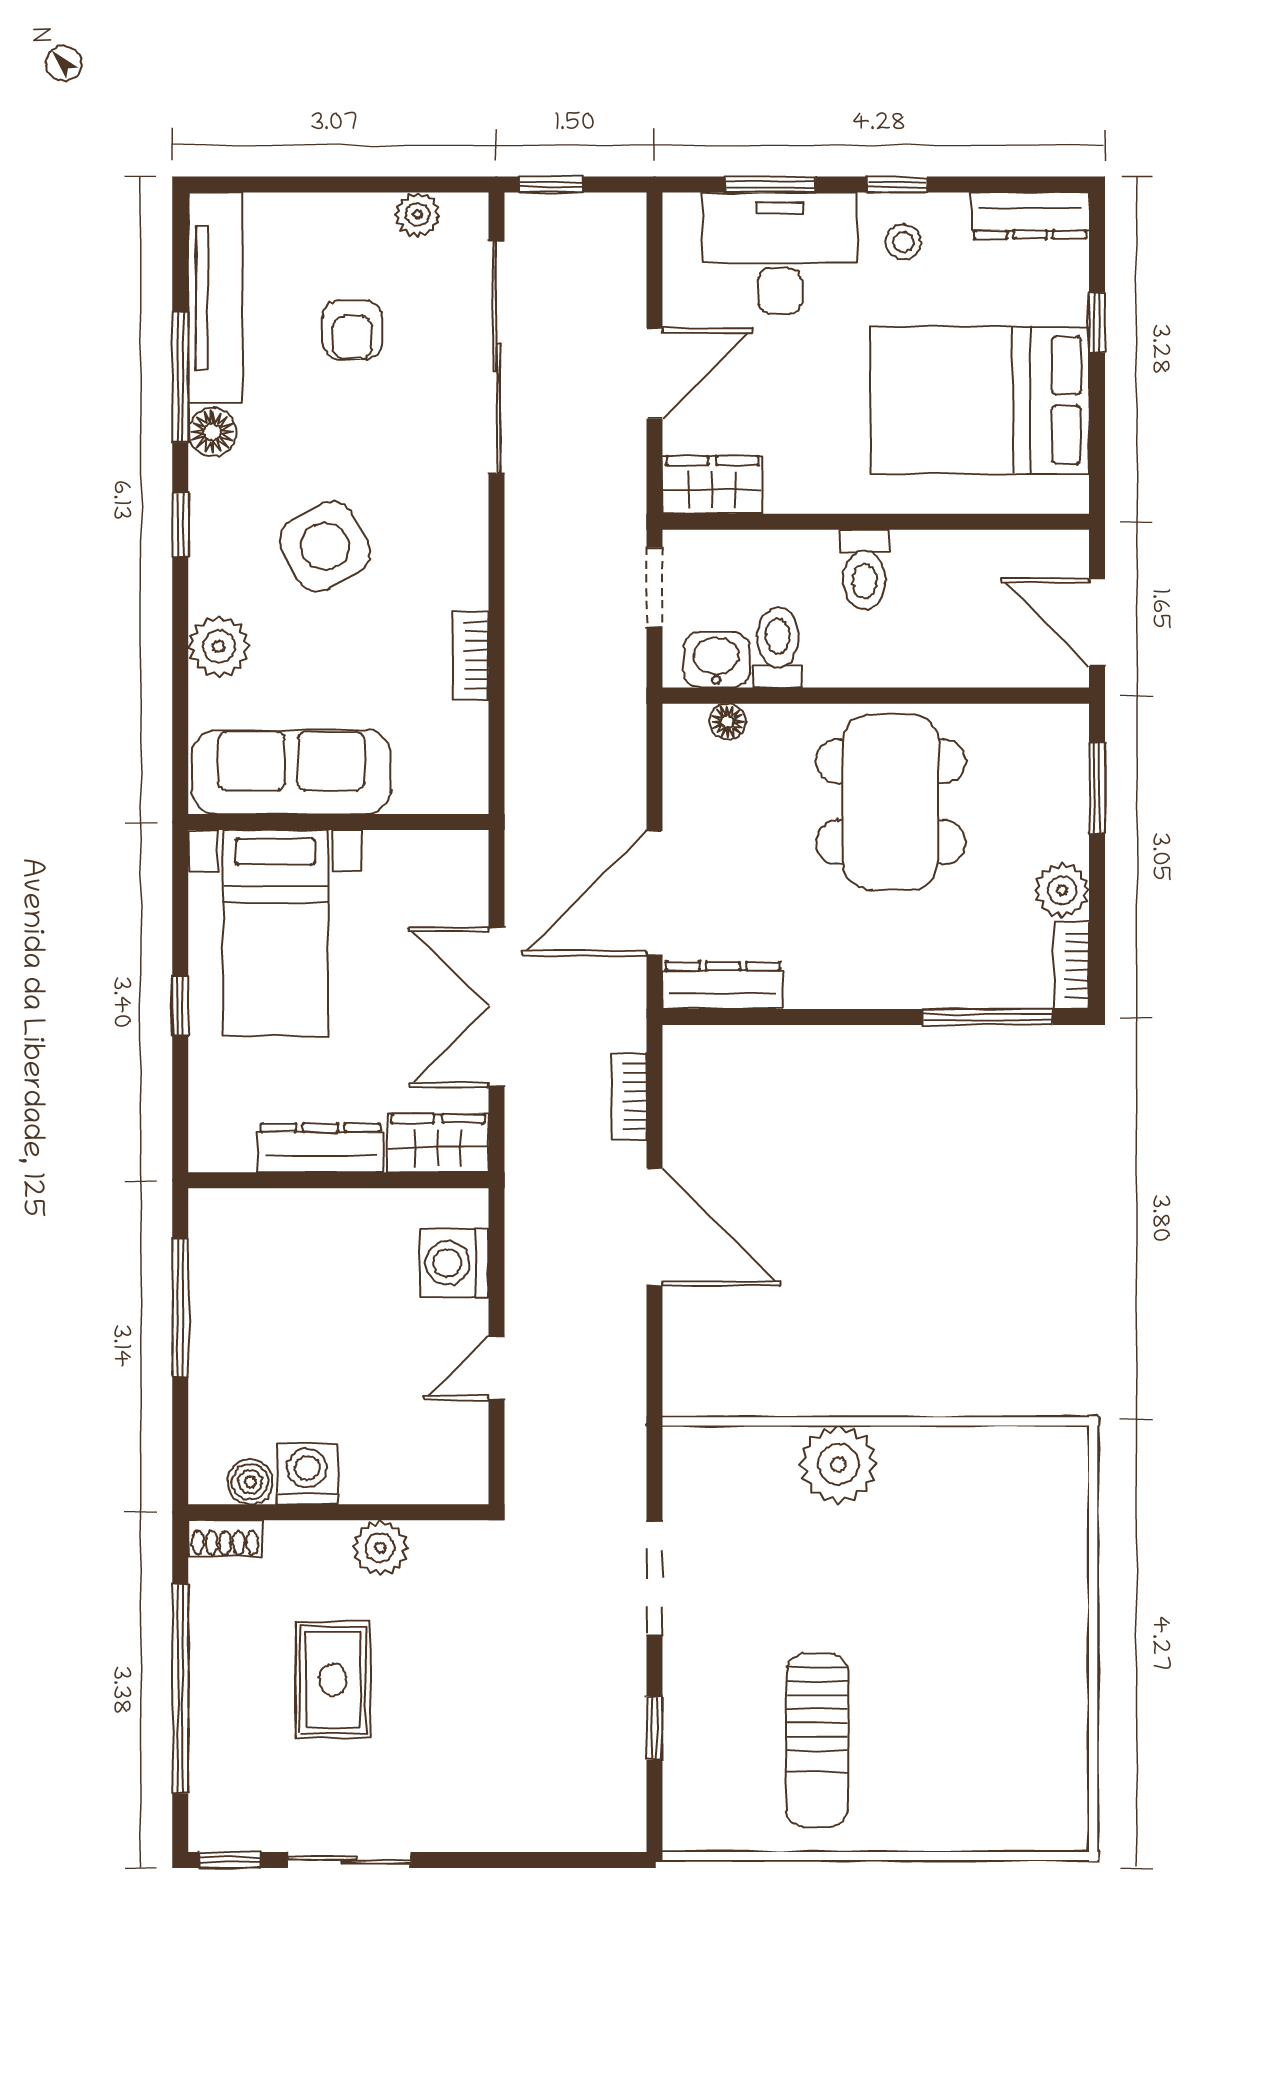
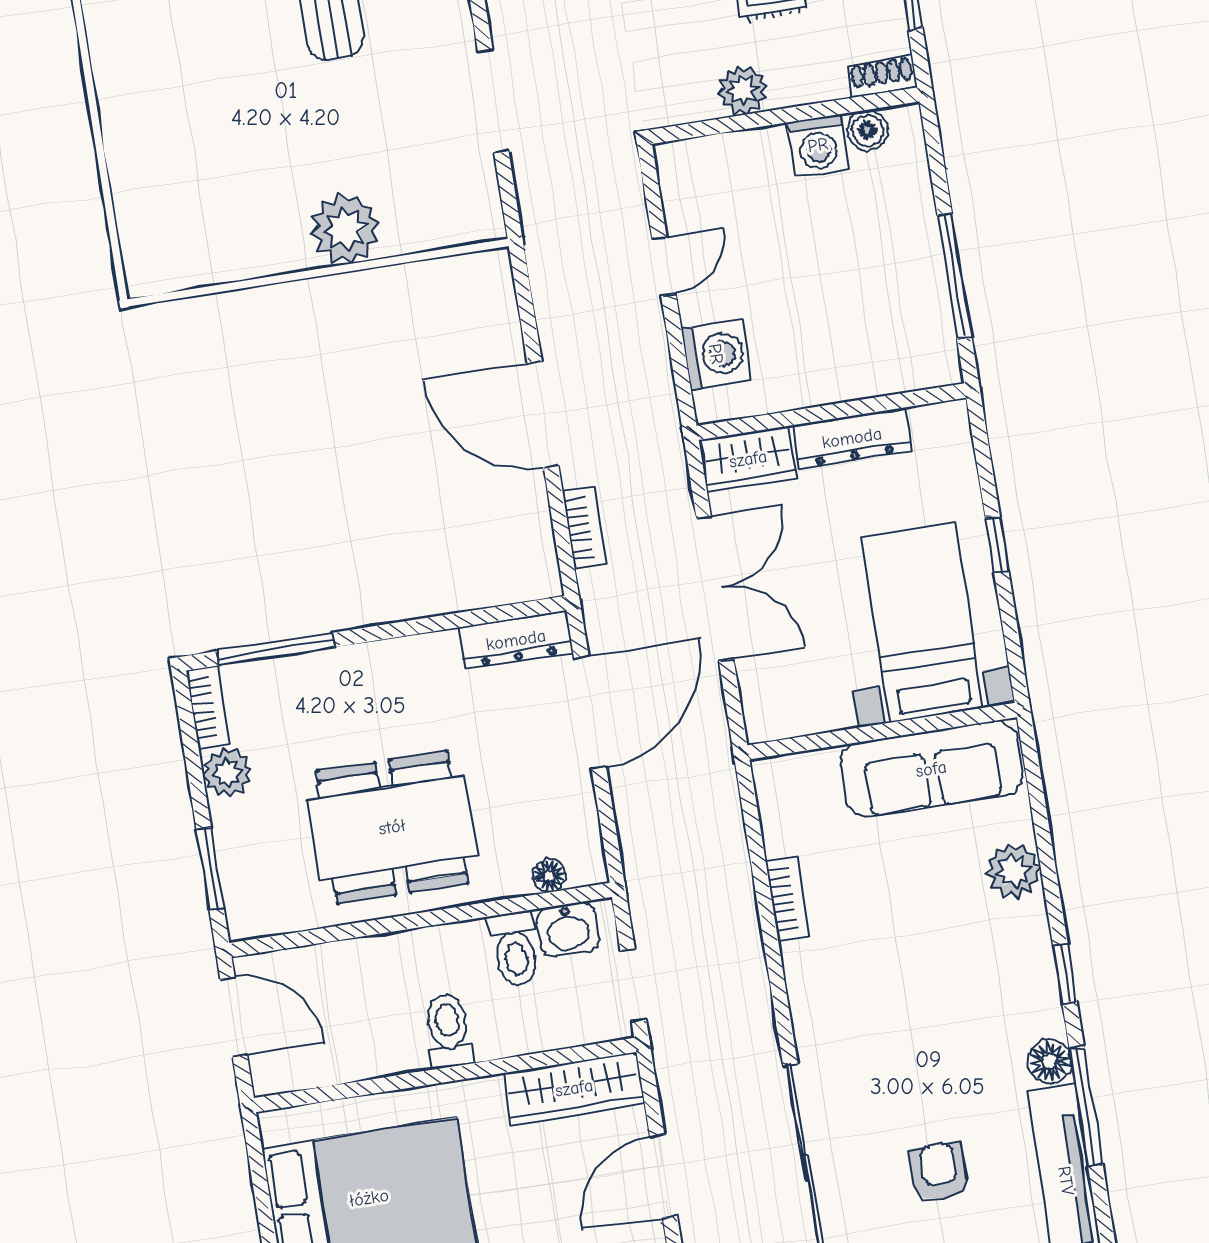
wardrobe: (712, 485) -> (574, 1088), width x1.50
side table: (325, 546) -> (933, 975), removed
dining table: (890, 802) -> (392, 827), turned 90

